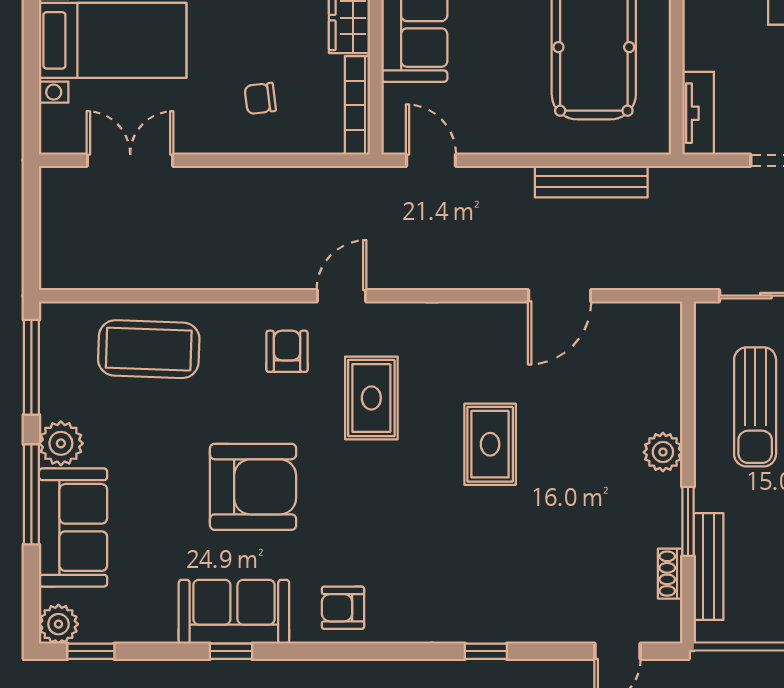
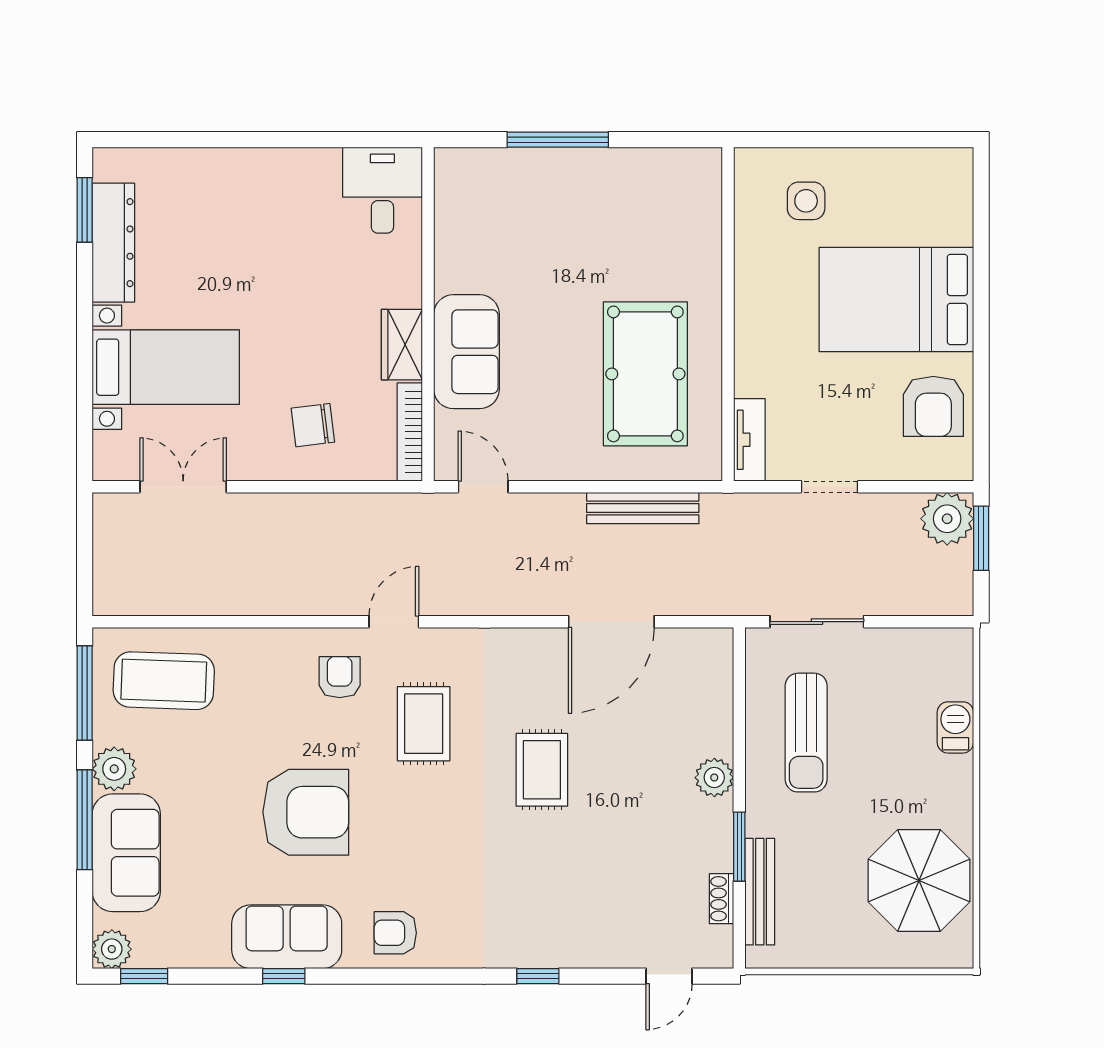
chair: (260, 98) -> (313, 425), width x1.37, depth x1.37
door: (560, 296) -> (611, 622), width x1.36
coffee table: (149, 349) -> (164, 681), moved

